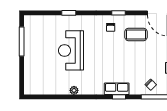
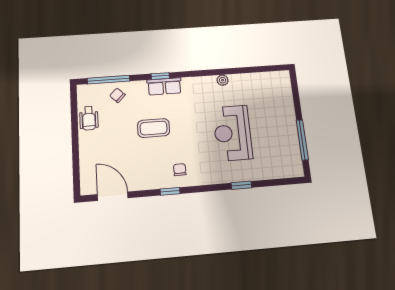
coffee table: (136, 34) -> (154, 128), moved
reception desk: (71, 50) -> (233, 133), turned 180

